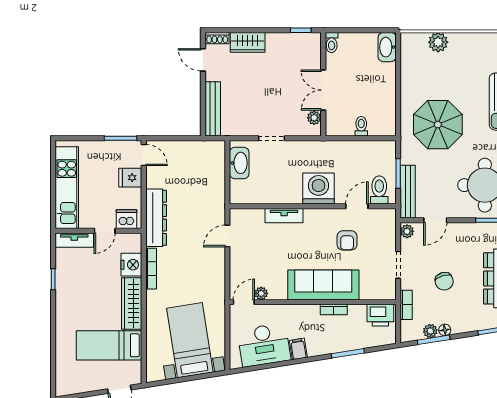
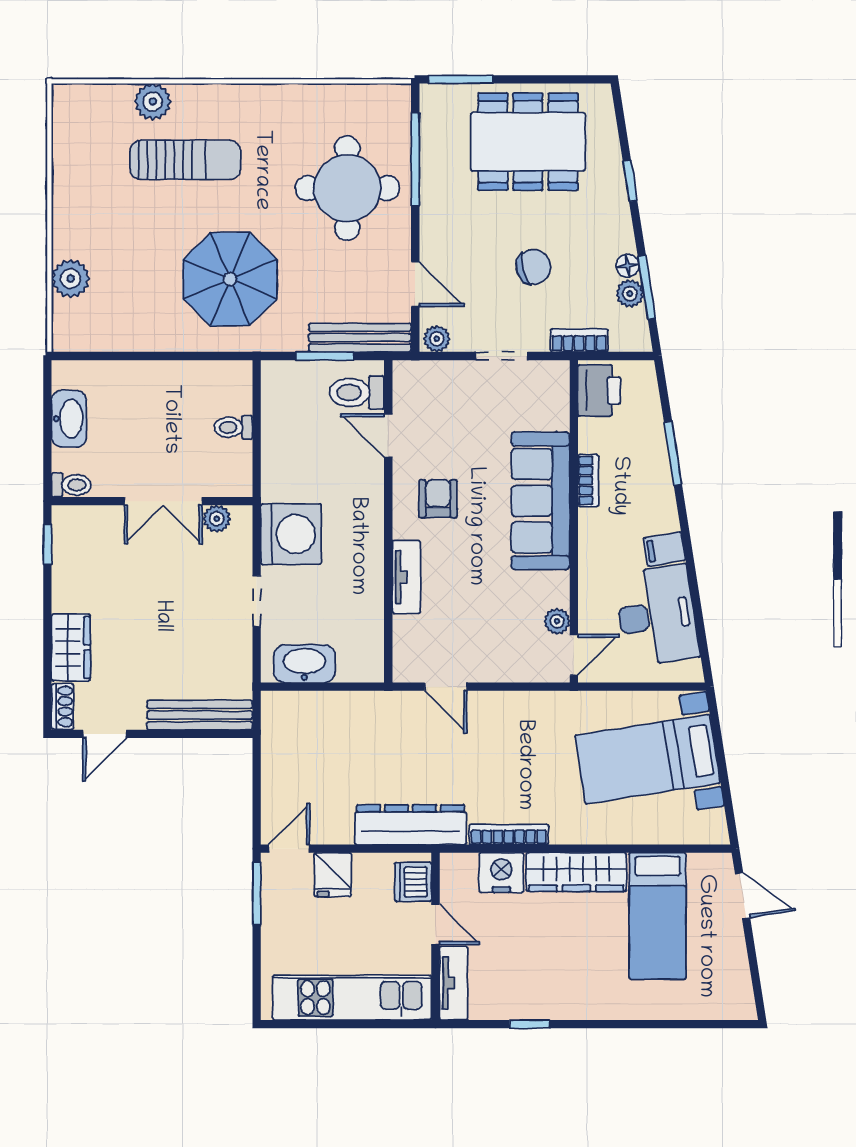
washbasin: (387, 47) -> (69, 419), moved, turned -90
washing machine: (319, 189) -> (291, 534), moved, turned 180
armchair: (347, 240) -> (438, 499), moved, turned -90
door: (244, 302) -> (574, 655), swing flipped

